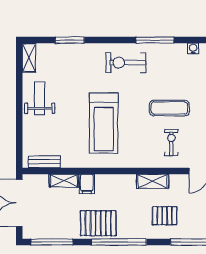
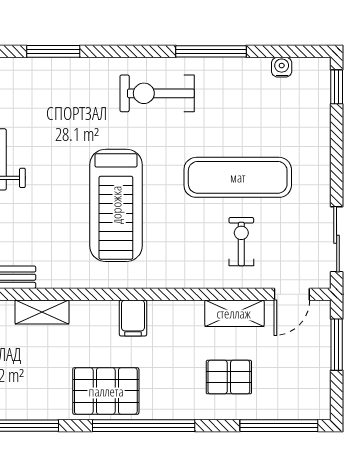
exercise mat: (169, 108) -> (238, 177), width x1.36, depth x1.45
shelving: (153, 181) -> (234, 313), moved
filing cabinet: (87, 184) -> (133, 318), moved

